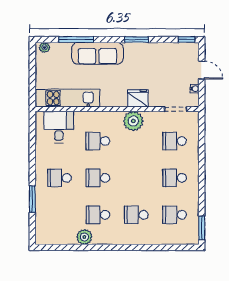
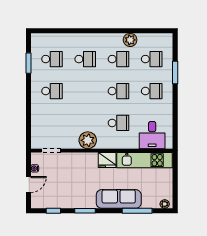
window: (186, 40) -> (53, 211), moved
door: (202, 70) -> (28, 184), swing flipped
fridge: (138, 98) -> (107, 160), moved
school desk: (175, 141) -> (152, 59), moved
window: (202, 228) -> (28, 63), moved

